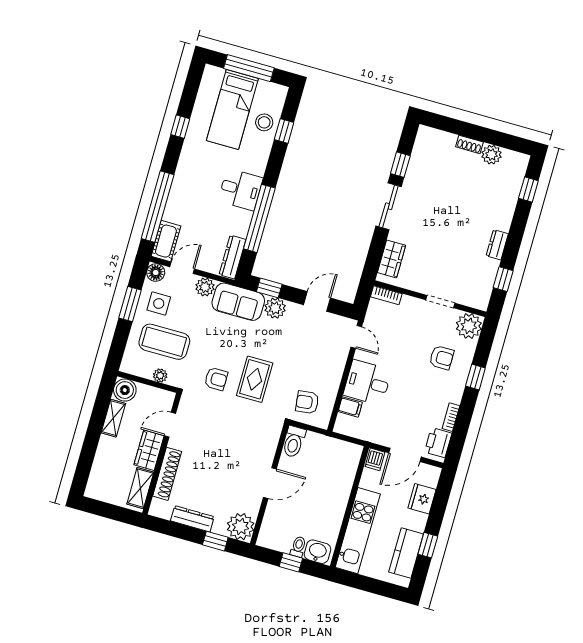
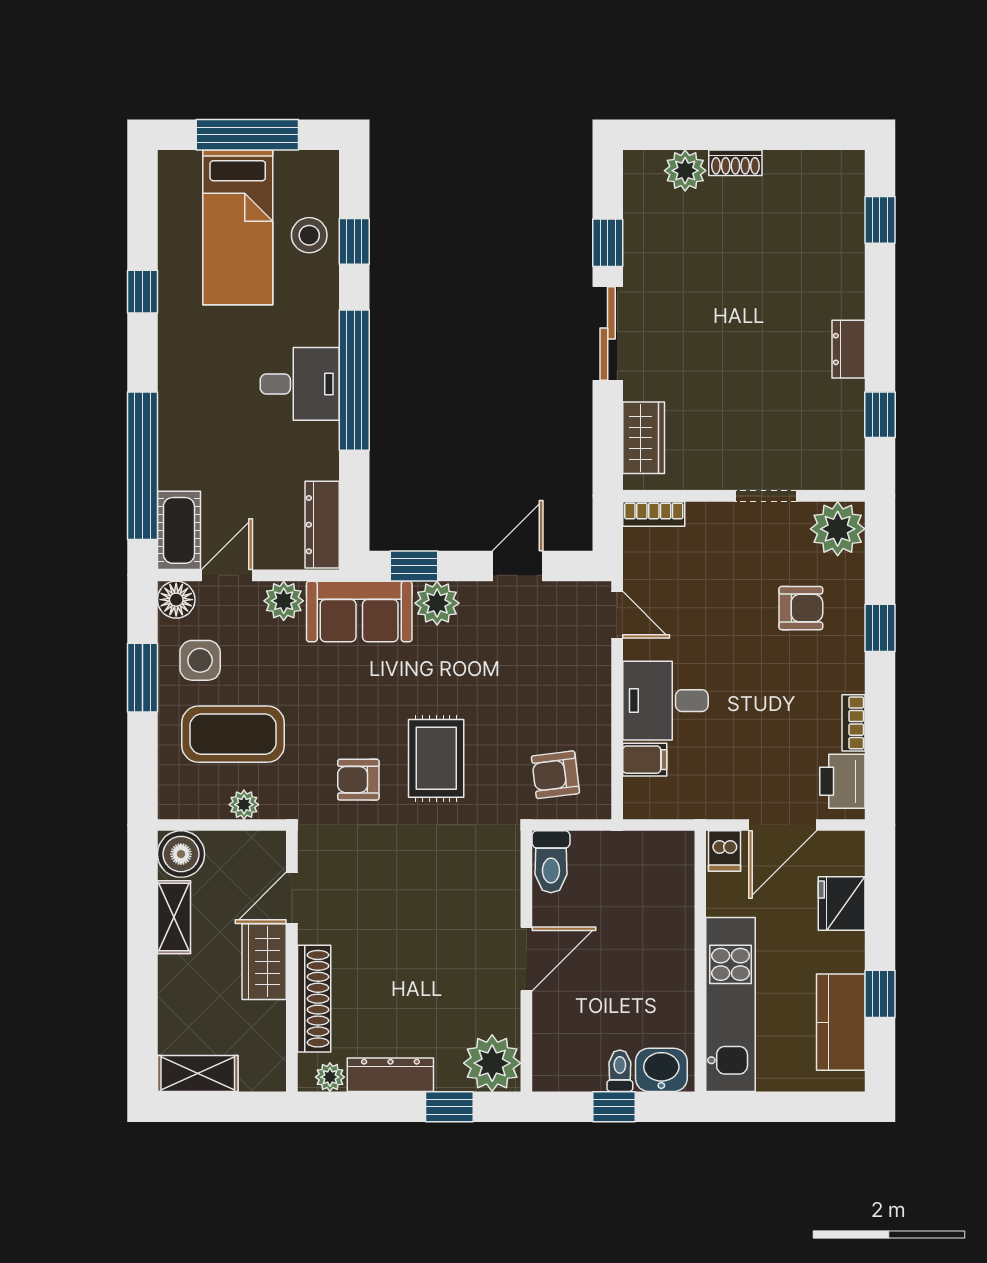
plant: (492, 155) -> (685, 171), moved
window: (259, 218) -> (354, 380), moved
armchair: (216, 379) -> (358, 780), turned 180
shelving: (140, 488) -> (198, 1074), moved, turned 90
plant: (164, 512) -> (330, 1077), added

